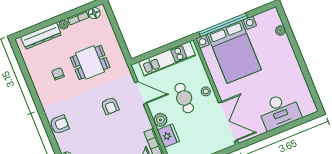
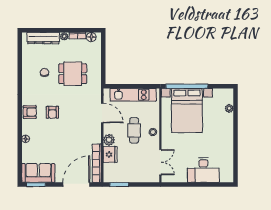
armchair: (110, 106) -> (52, 112), moved
double door: (228, 122) -> (160, 162), width x0.73

